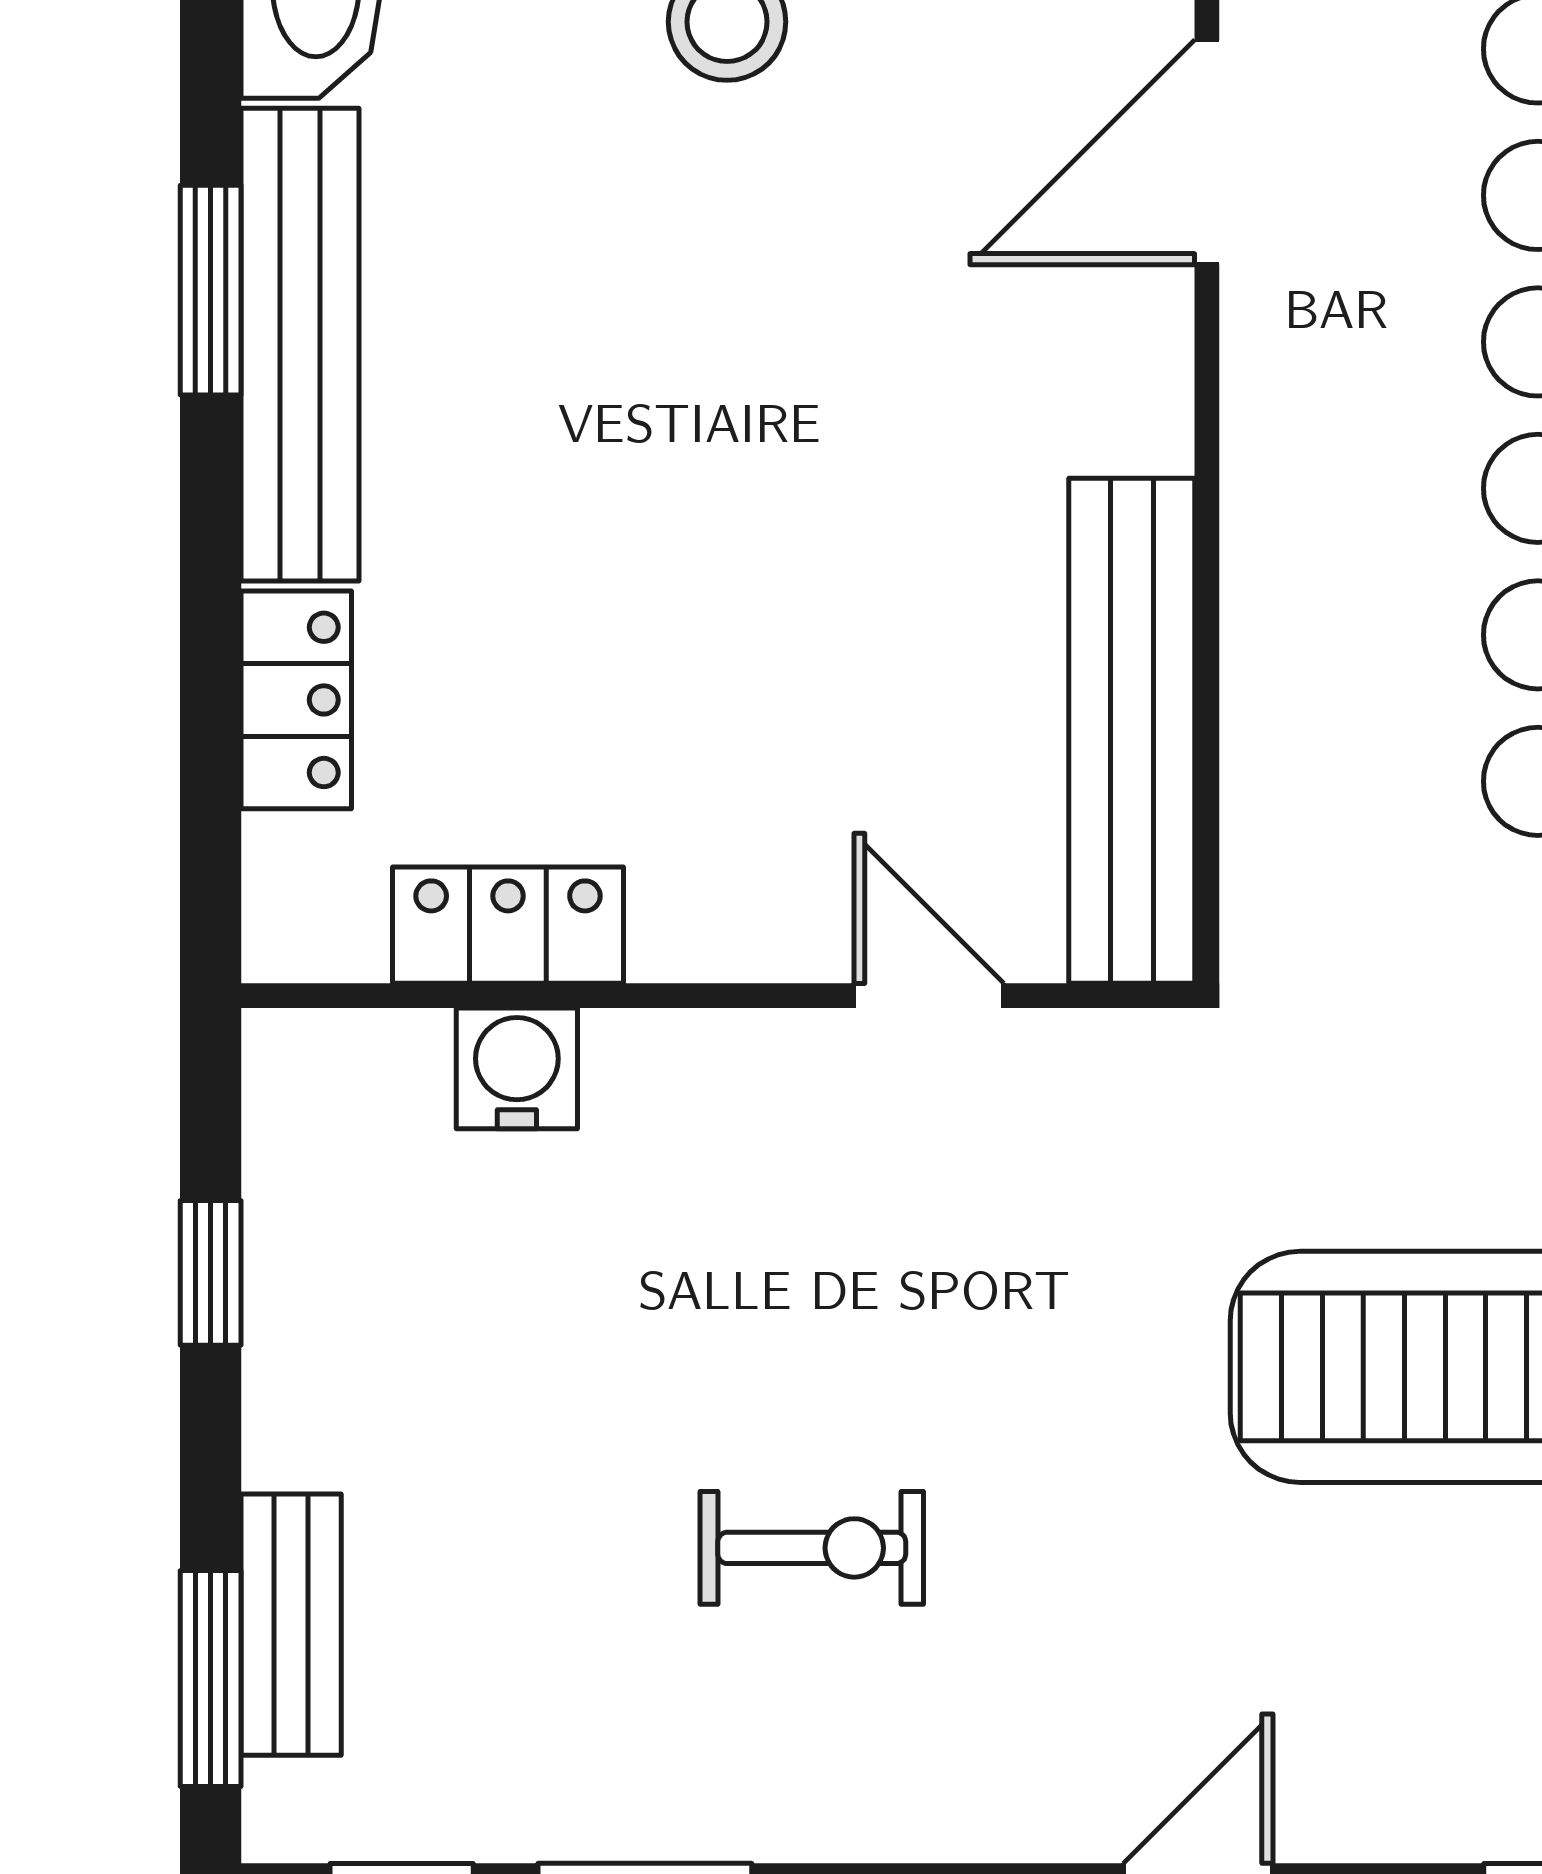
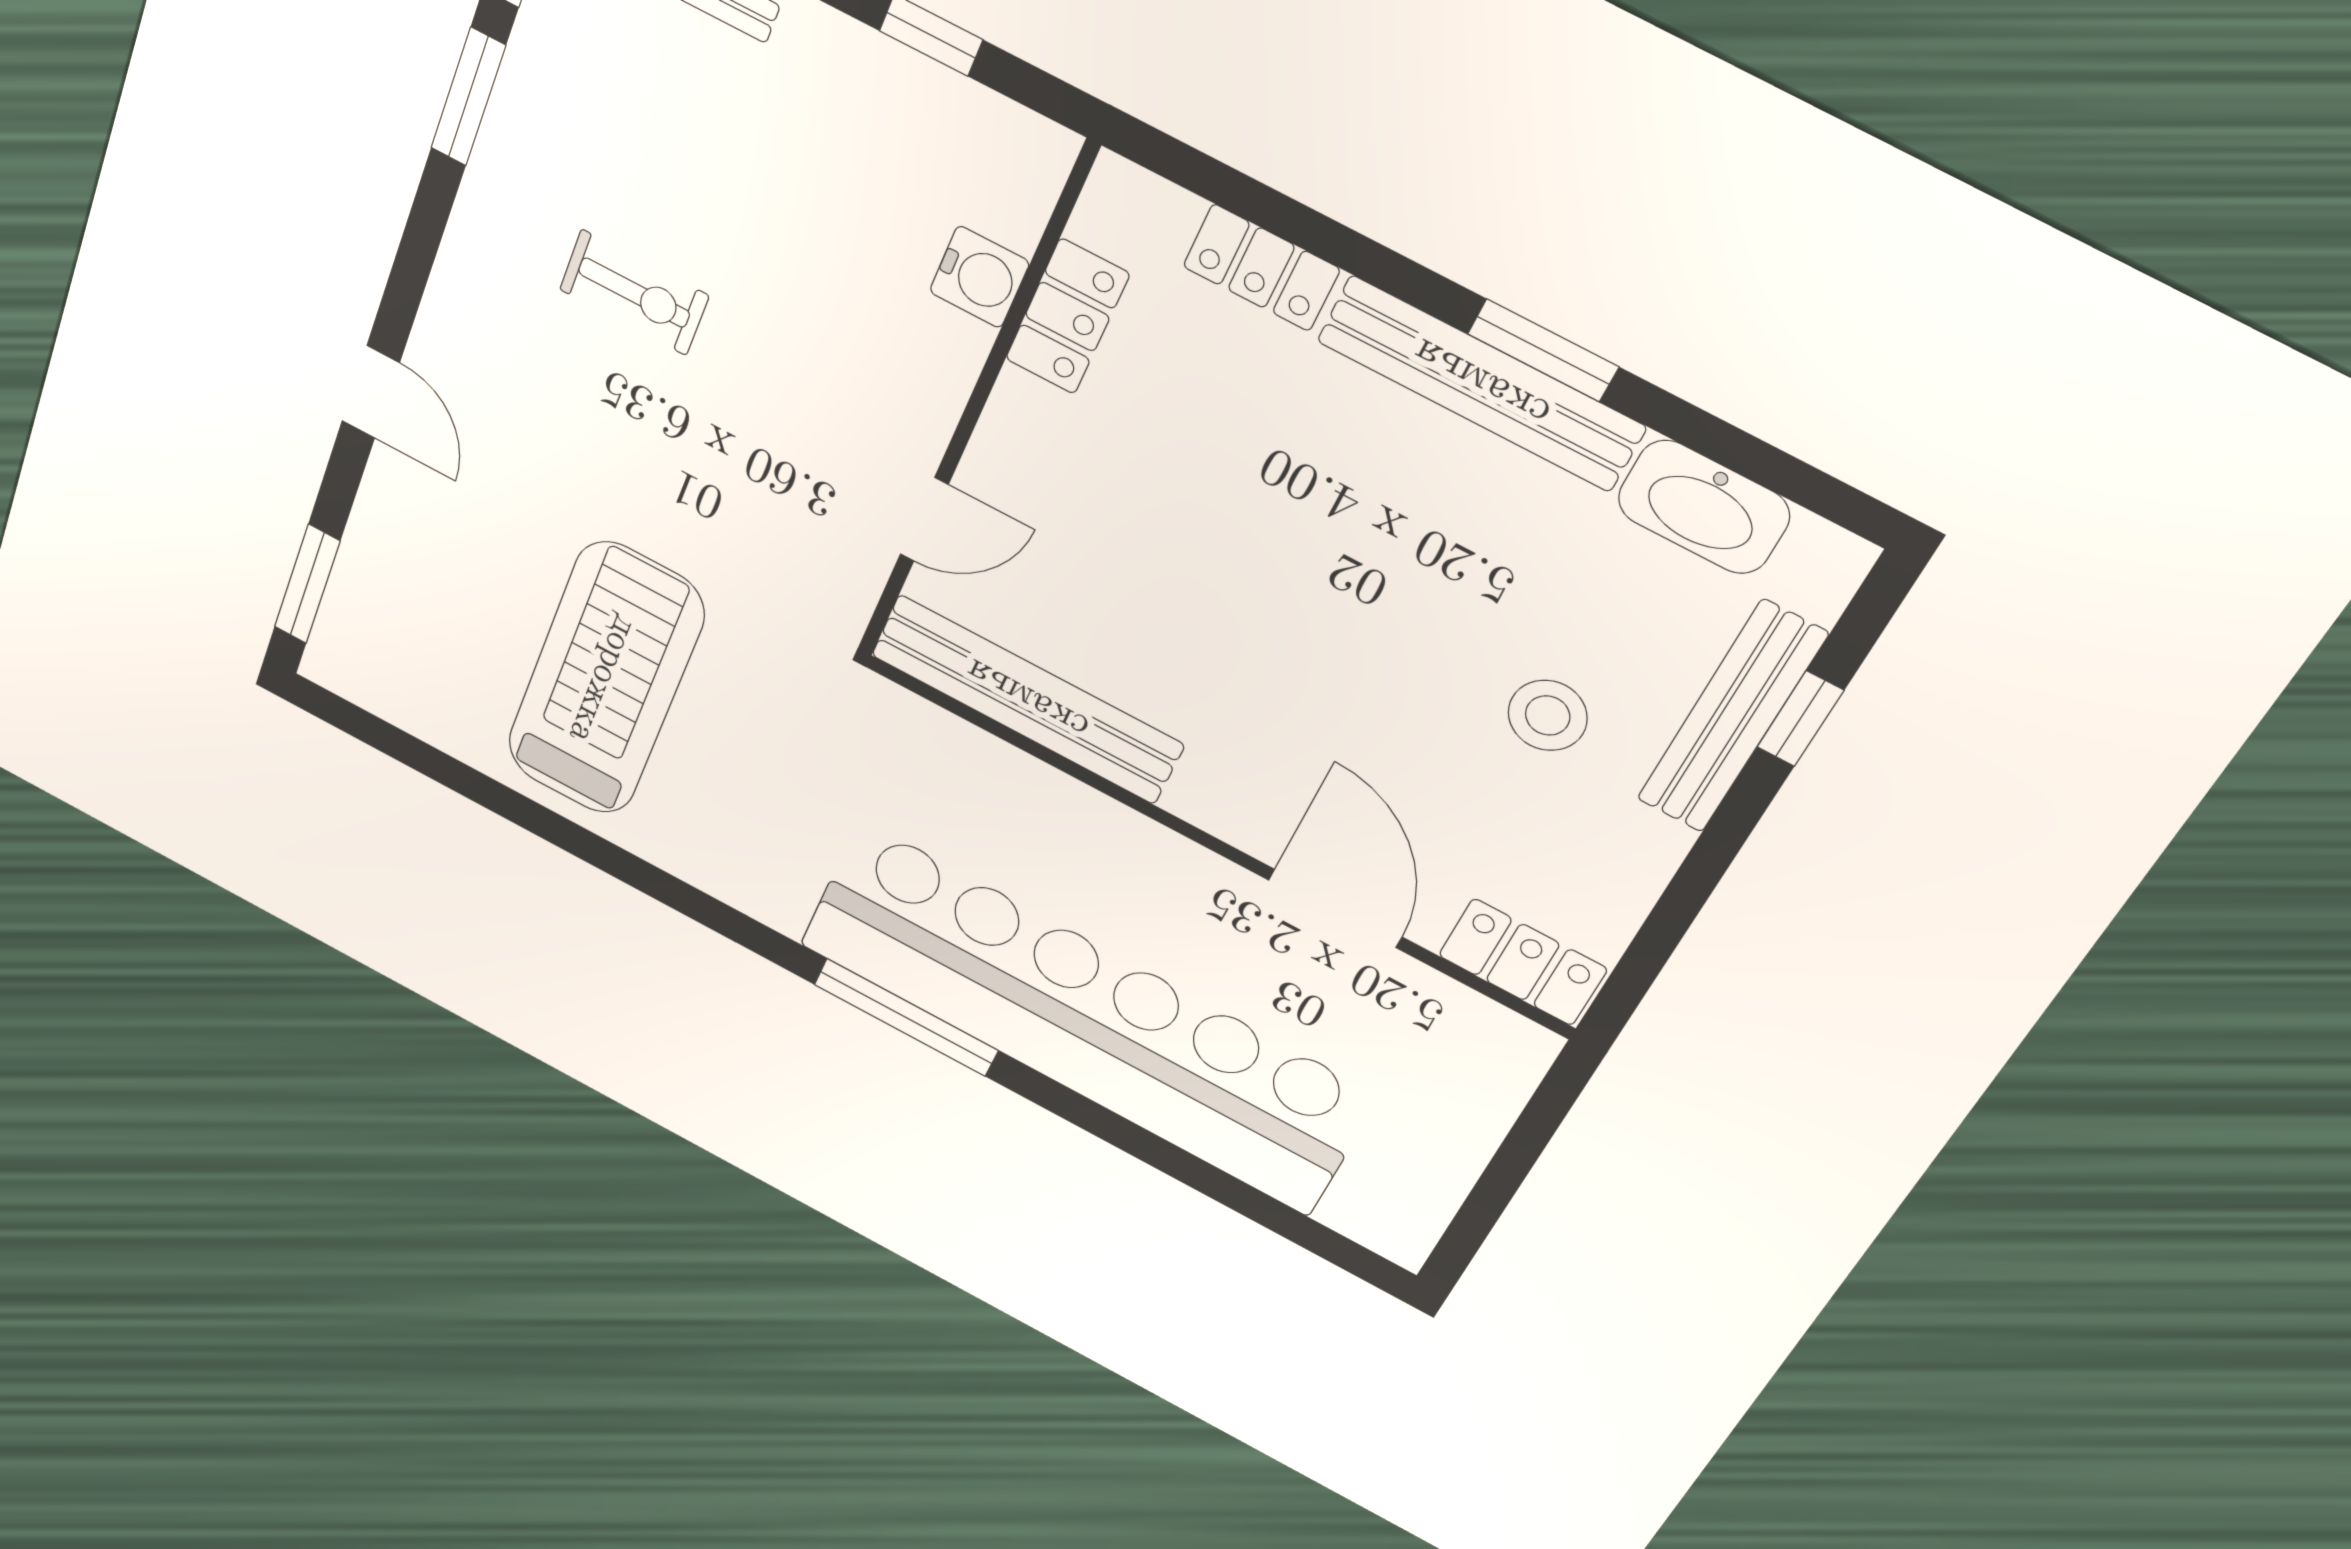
exercise bike: (812, 1548) -> (634, 292), turned -90

